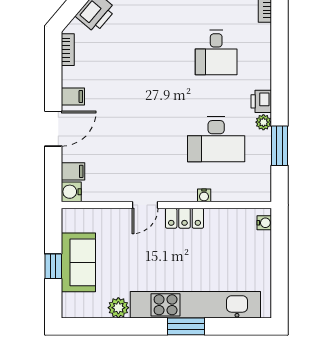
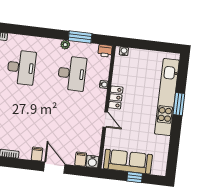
desk: (216, 53) -> (21, 67), width x1.37
printer: (261, 101) -> (105, 51), moved
sofa: (78, 262) -> (128, 162), width x1.36
plant: (118, 308) -> (163, 142), removed

